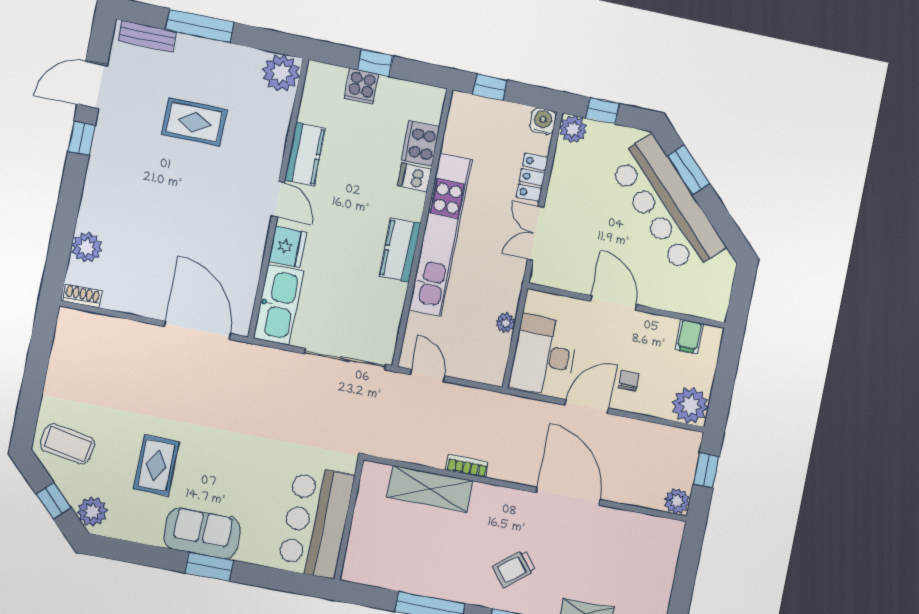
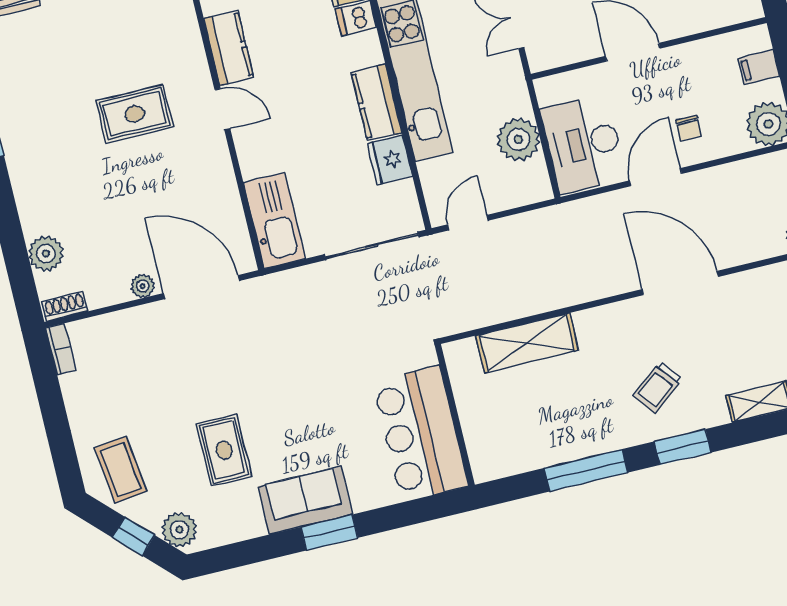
rug: (194, 122) -> (135, 114), moved
fridge: (287, 247) -> (390, 160), moved, turned 180
plant: (151, 308) -> (143, 286), added
plant: (506, 322) -> (518, 139), width x1.88, depth x1.88
filing cabinet: (689, 337) -> (759, 67), moved, turned 90
door: (428, 375) -> (468, 223), hinge flipped
chair: (629, 381) -> (689, 128), turned 180
coffee table: (67, 444) -> (121, 470), turned 73
bookcase: (467, 466) -> (61, 349), moved, turned 90

